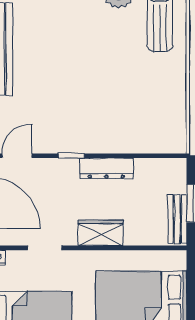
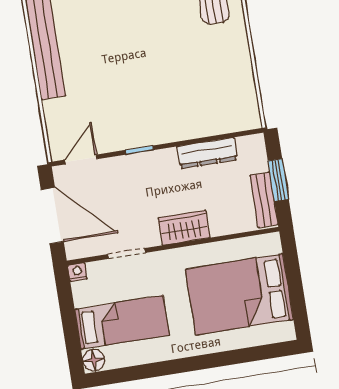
dresser: (106, 168) -> (207, 153), moved

